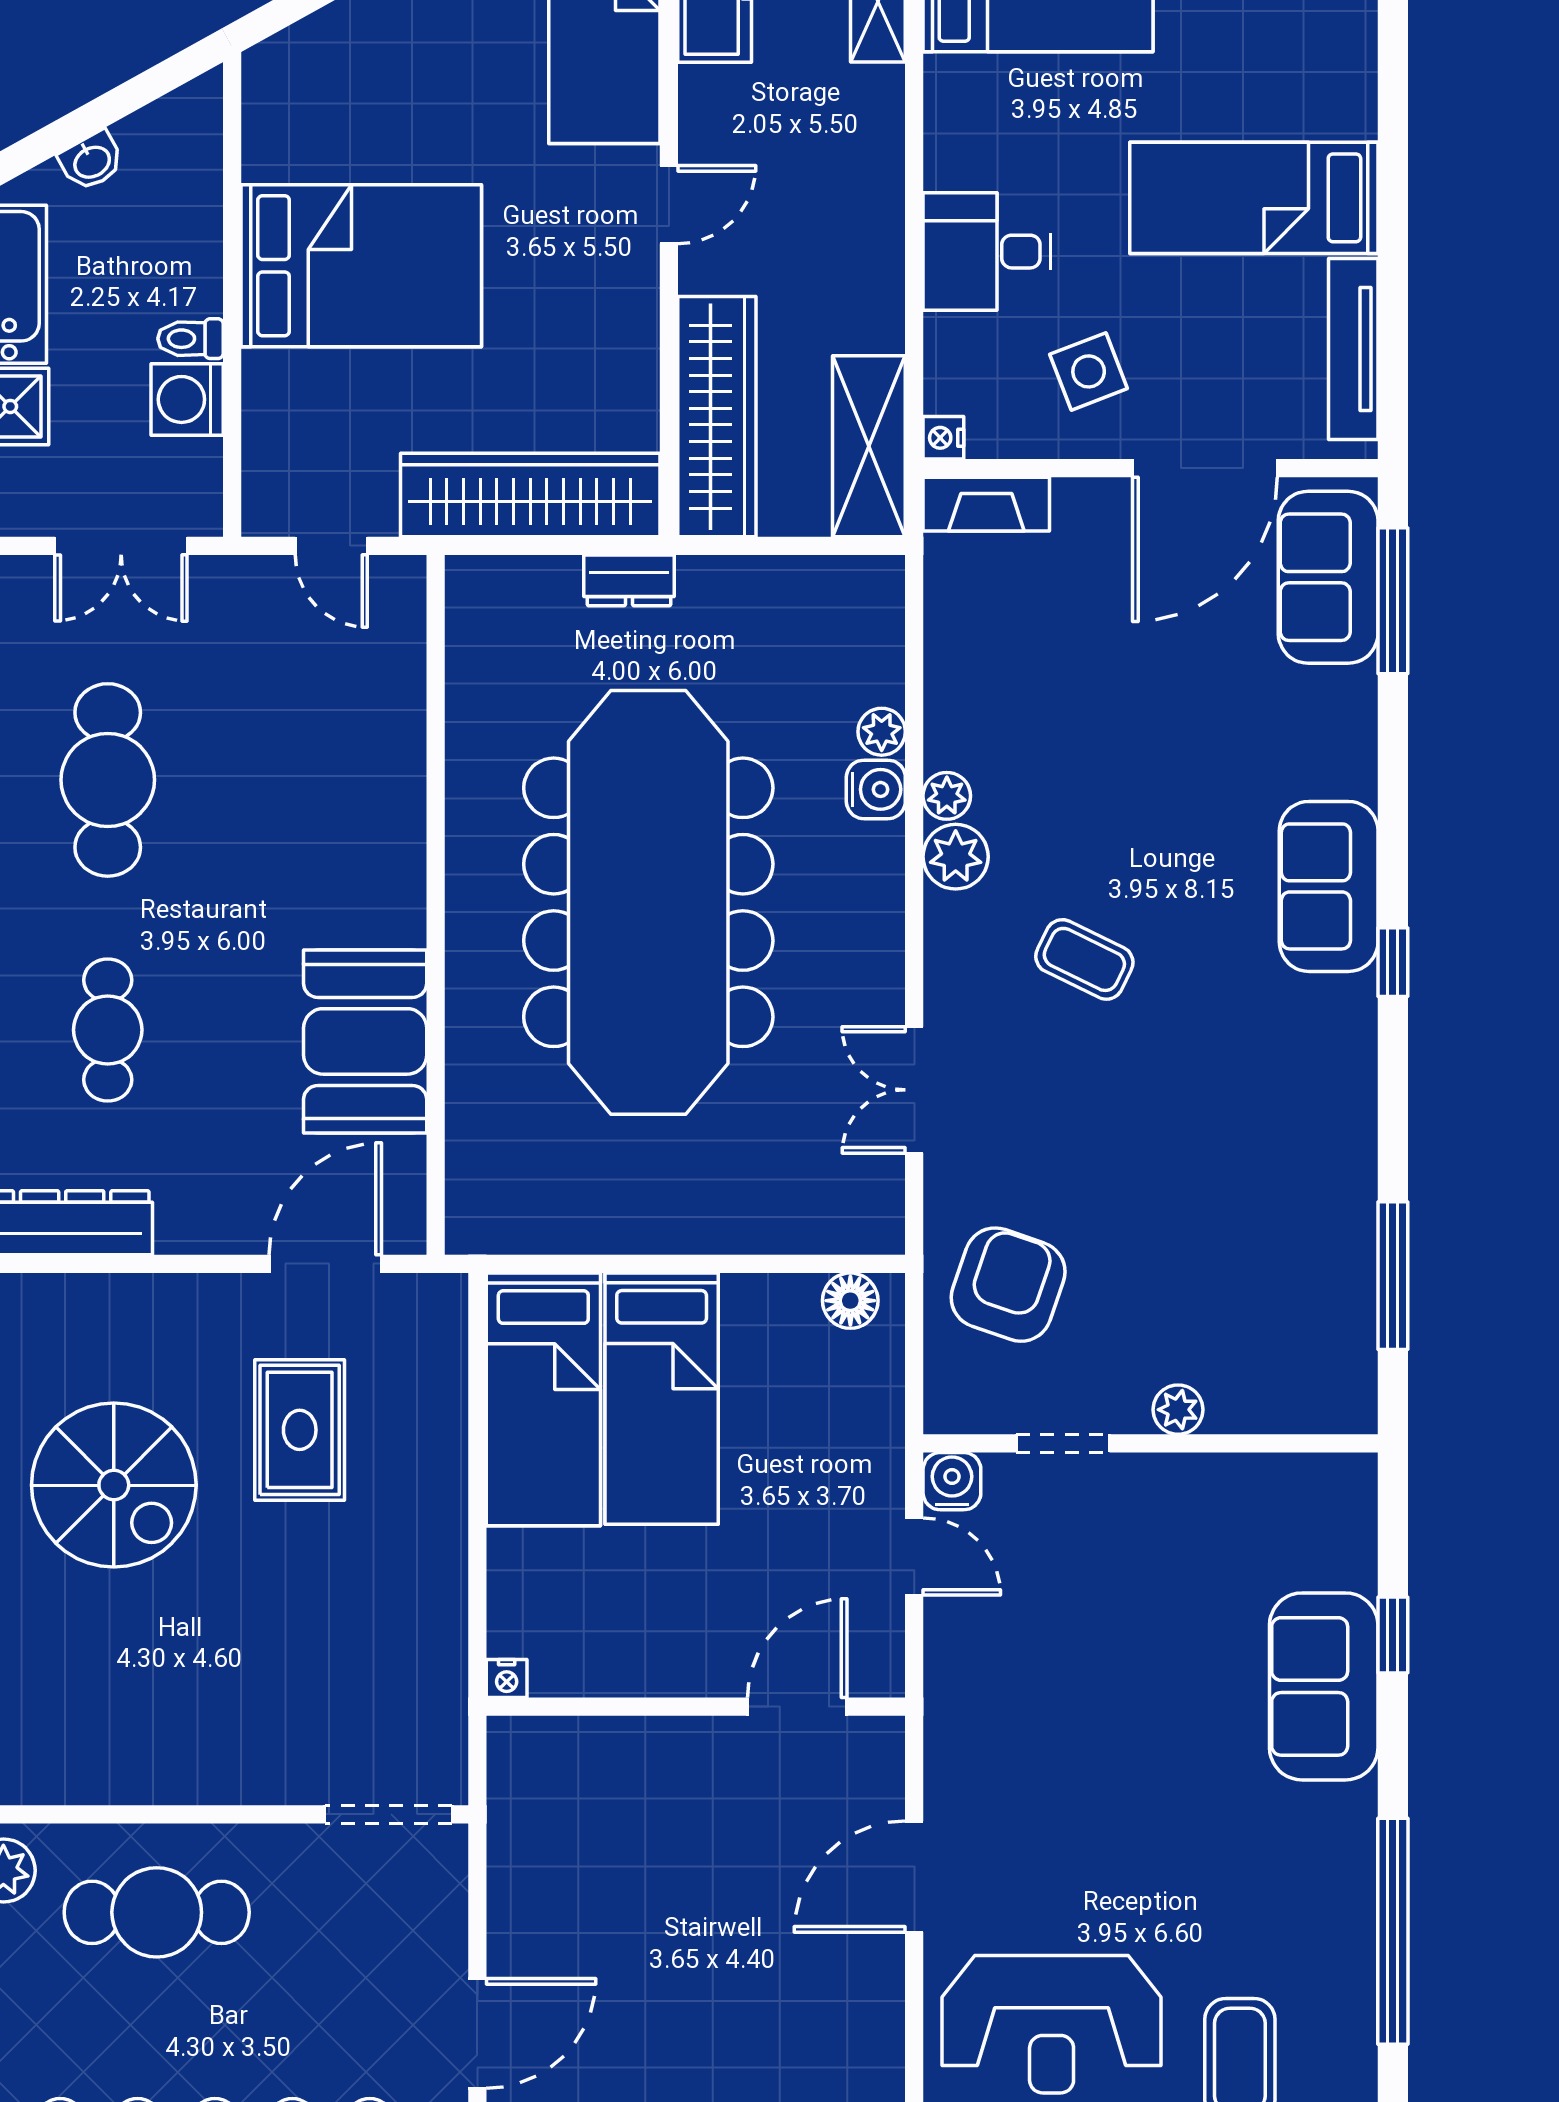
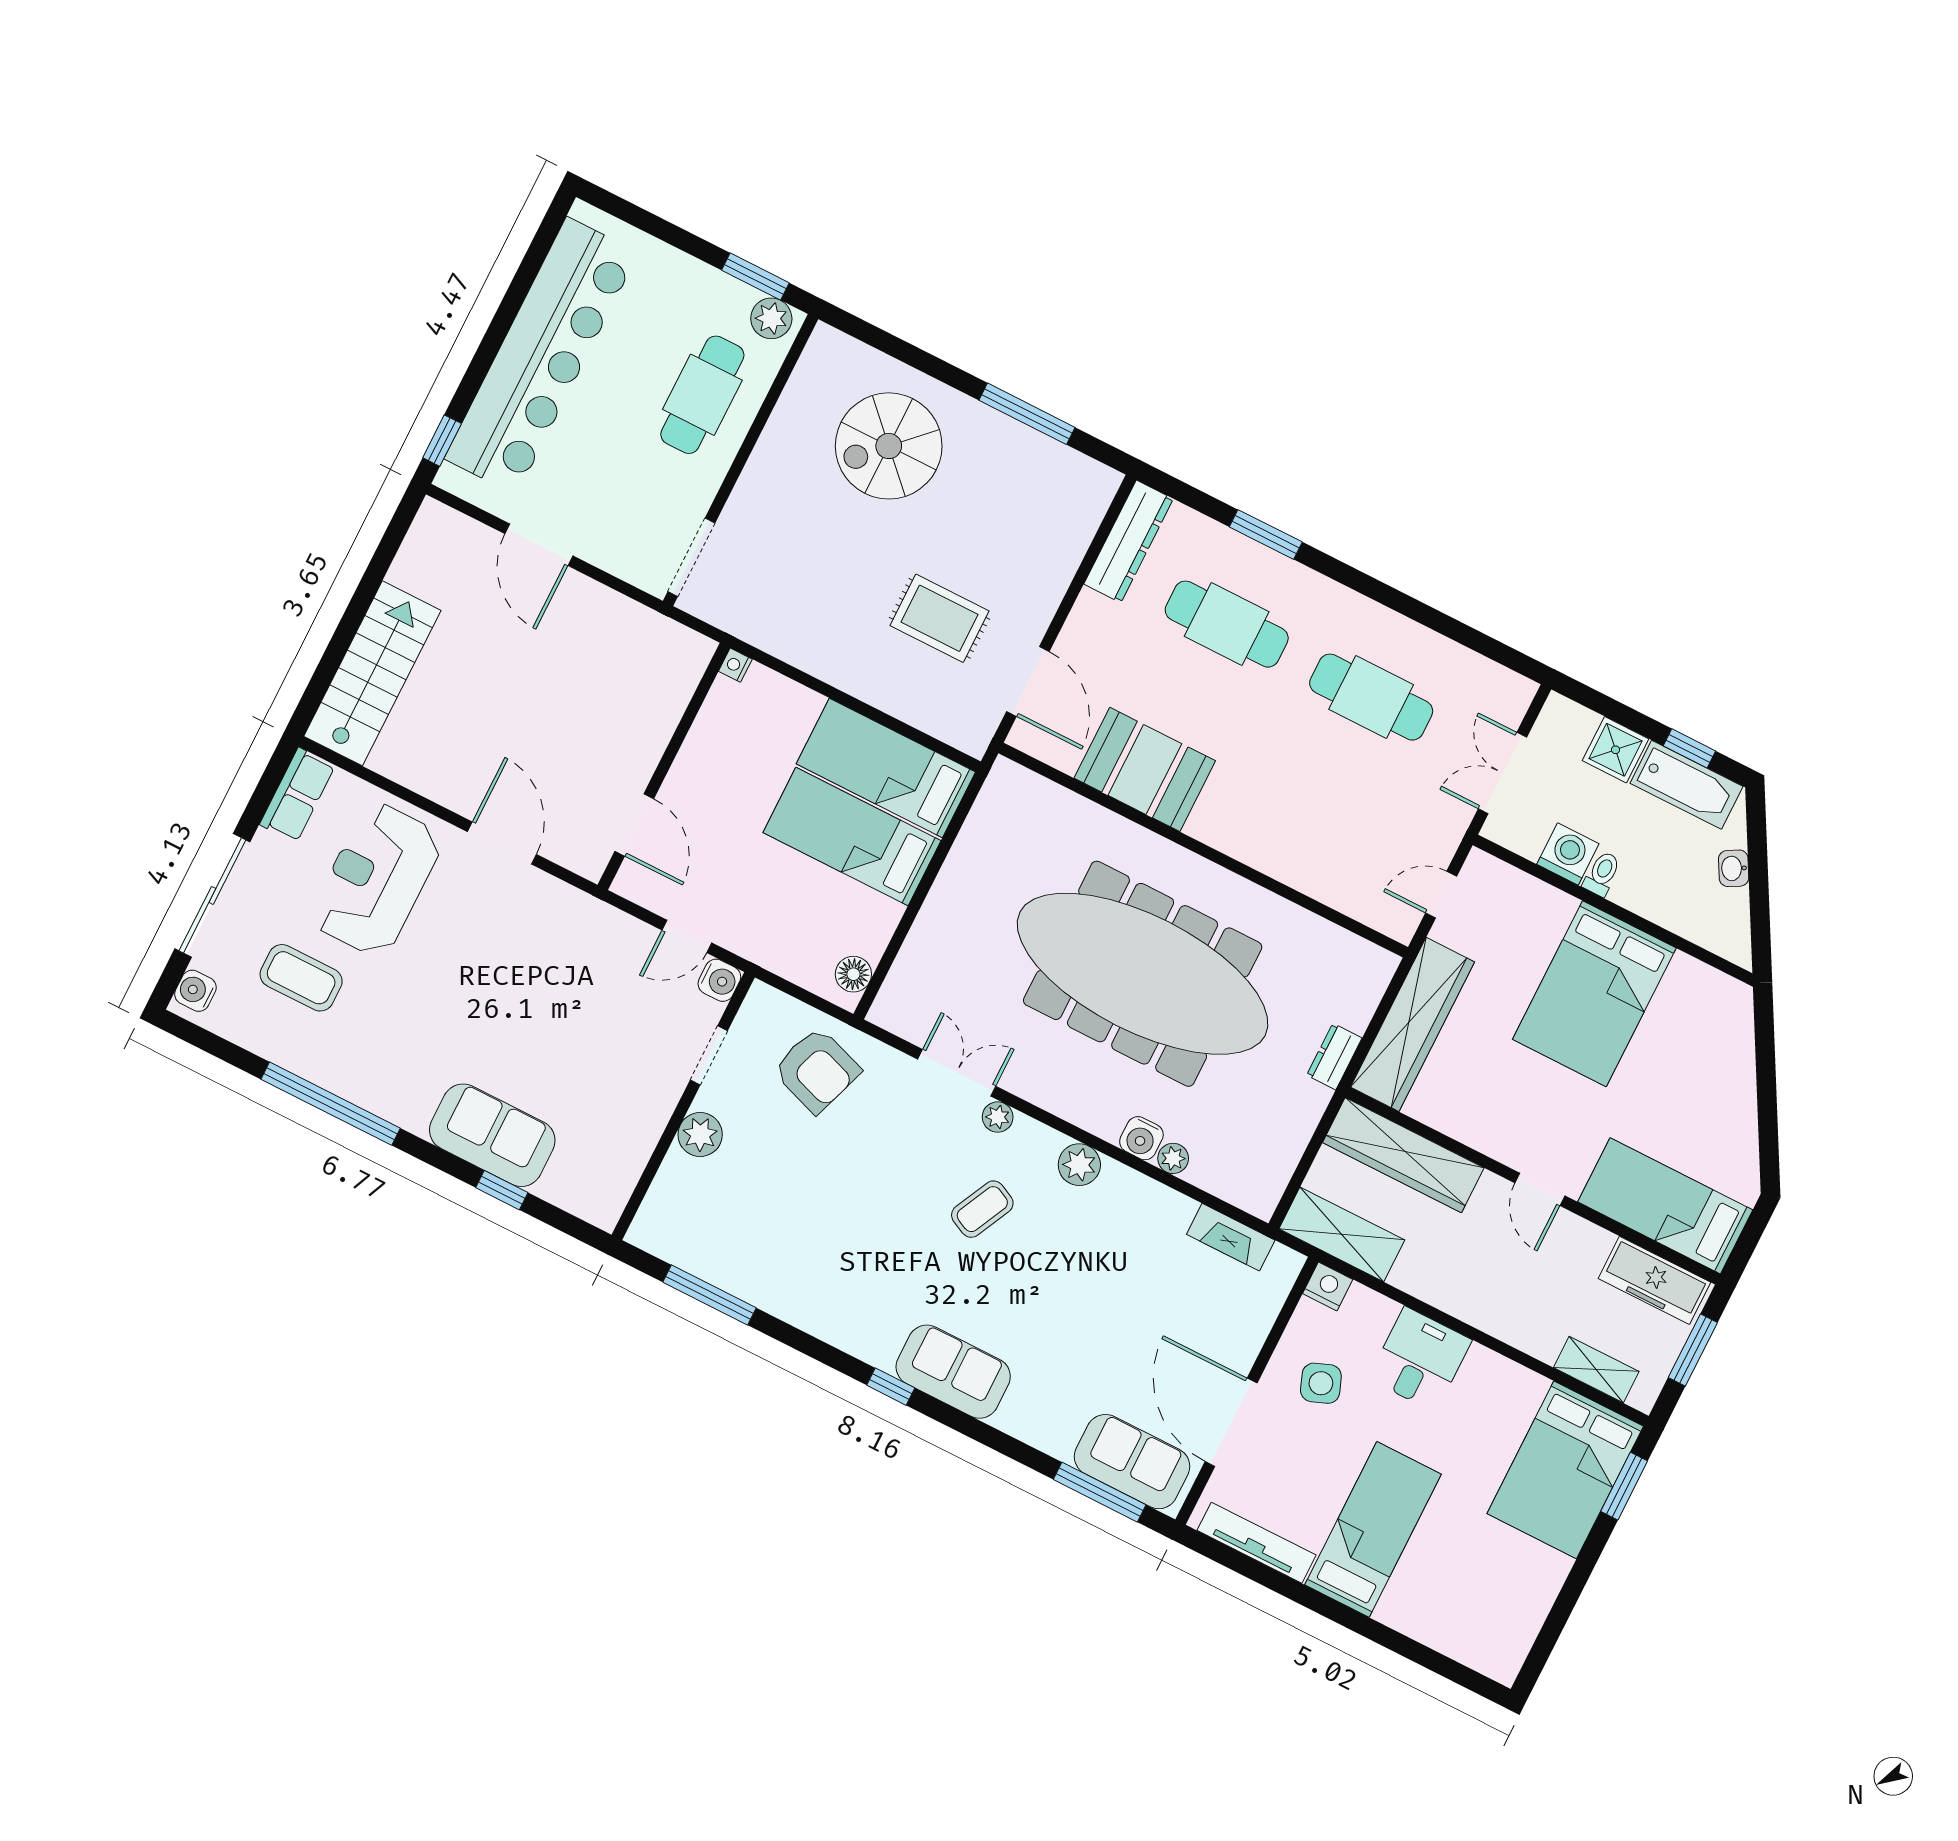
nightstand: (943, 438) -> (1328, 1286), width x1.39, depth x1.35
fireplace: (986, 504) -> (1231, 1237), moved, turned -90
plant: (947, 796) -> (998, 1117), moved
cafe table: (108, 1030) -> (1227, 624), width x1.37, depth x1.35
plant: (1178, 1410) -> (700, 1134), width x1.38, depth x1.38
spiral stairs: (114, 1485) -> (889, 446), moved

